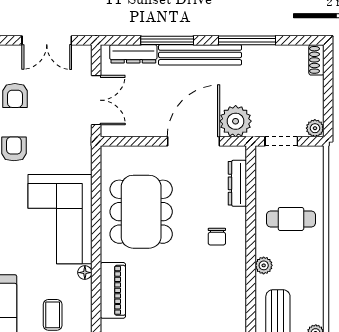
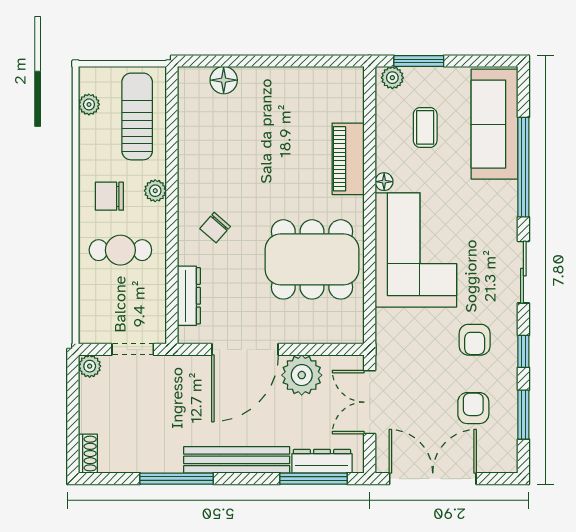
double door: (47, 40) -> (433, 479), width x1.37
window: (167, 40) -> (314, 479), moved
plant: (236, 121) -> (302, 375), moved
dining table: (141, 212) -> (312, 259), turned 90
chair: (217, 237) -> (215, 228), turned -139
chair: (300, 261) -> (109, 196), added

